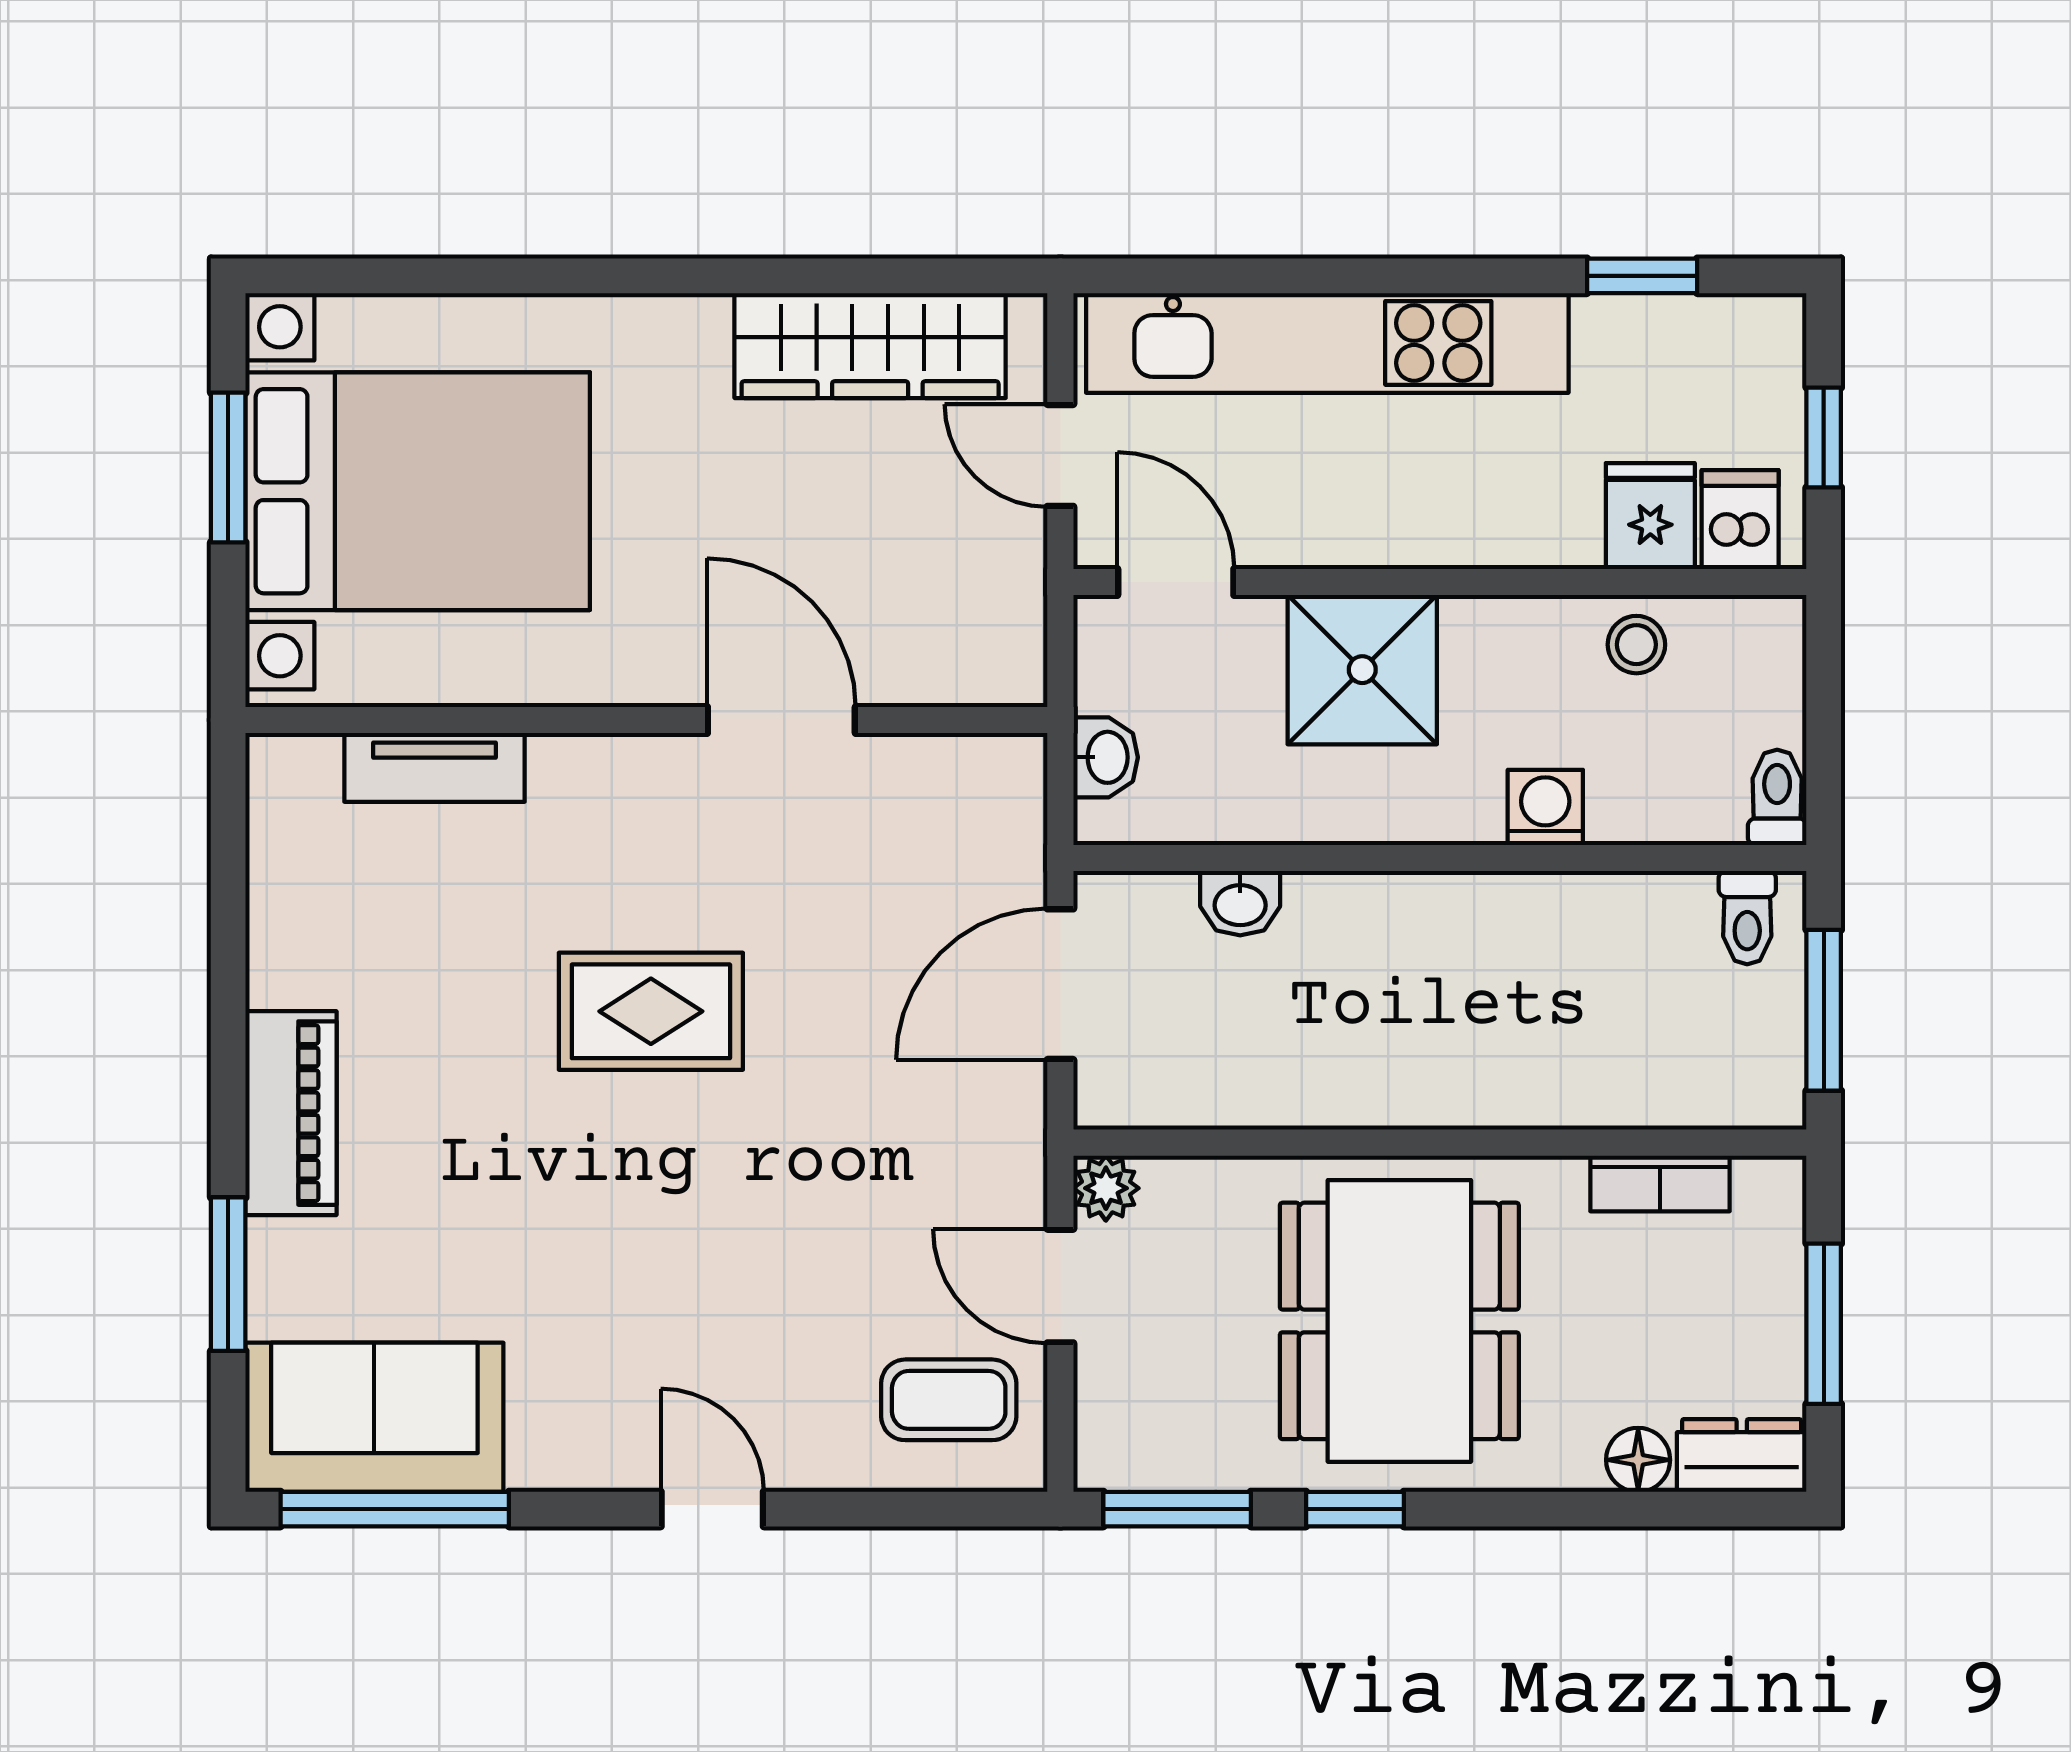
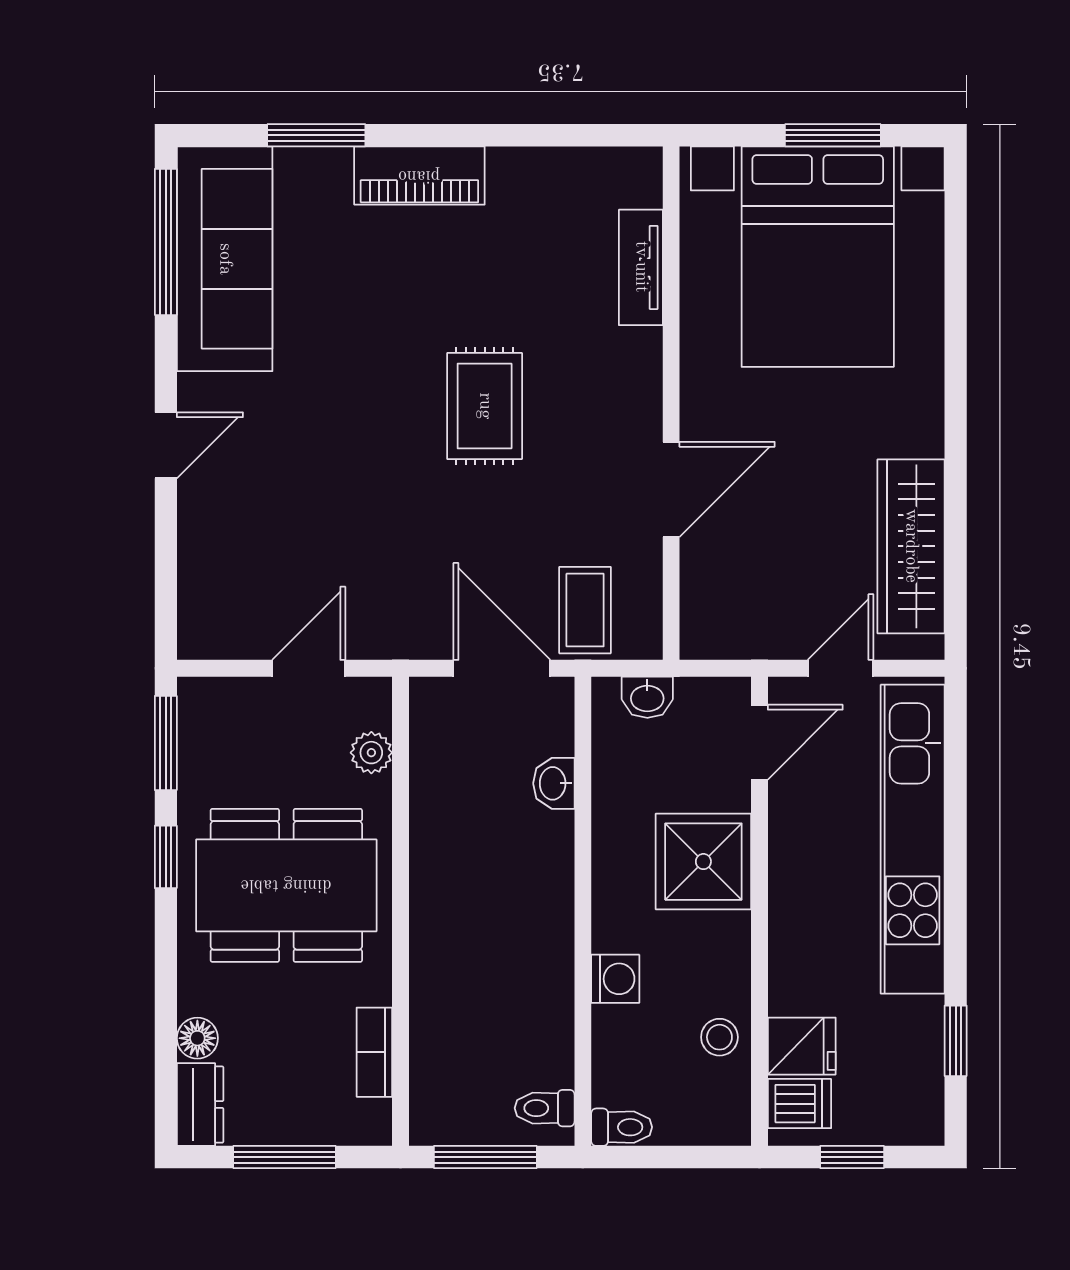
plant: (1106, 1188) -> (371, 753), moved
coffee table: (949, 1400) -> (585, 610), moved
sofa: (374, 1417) -> (225, 259), width x1.36

